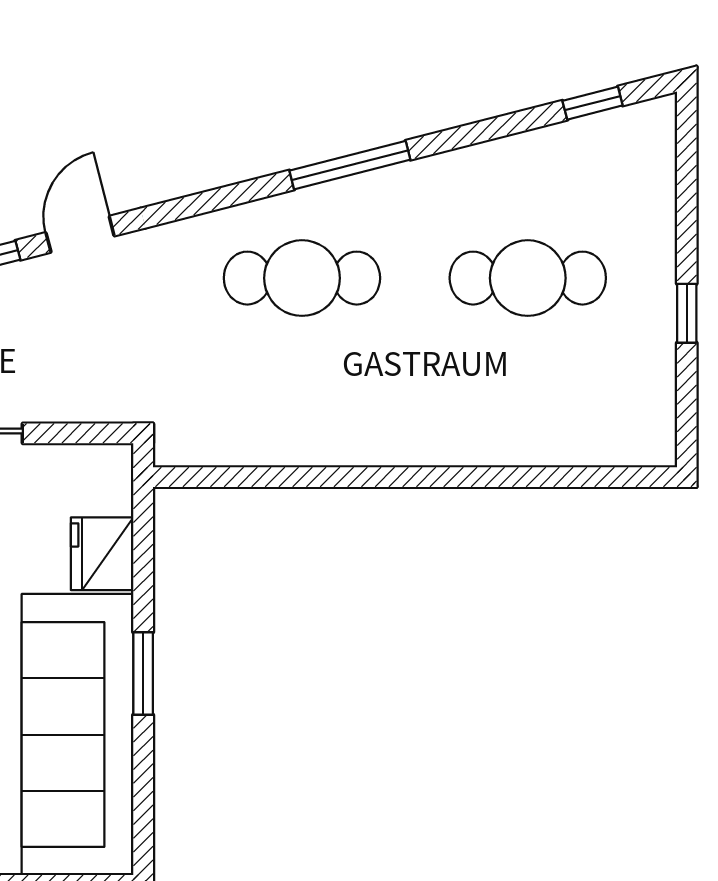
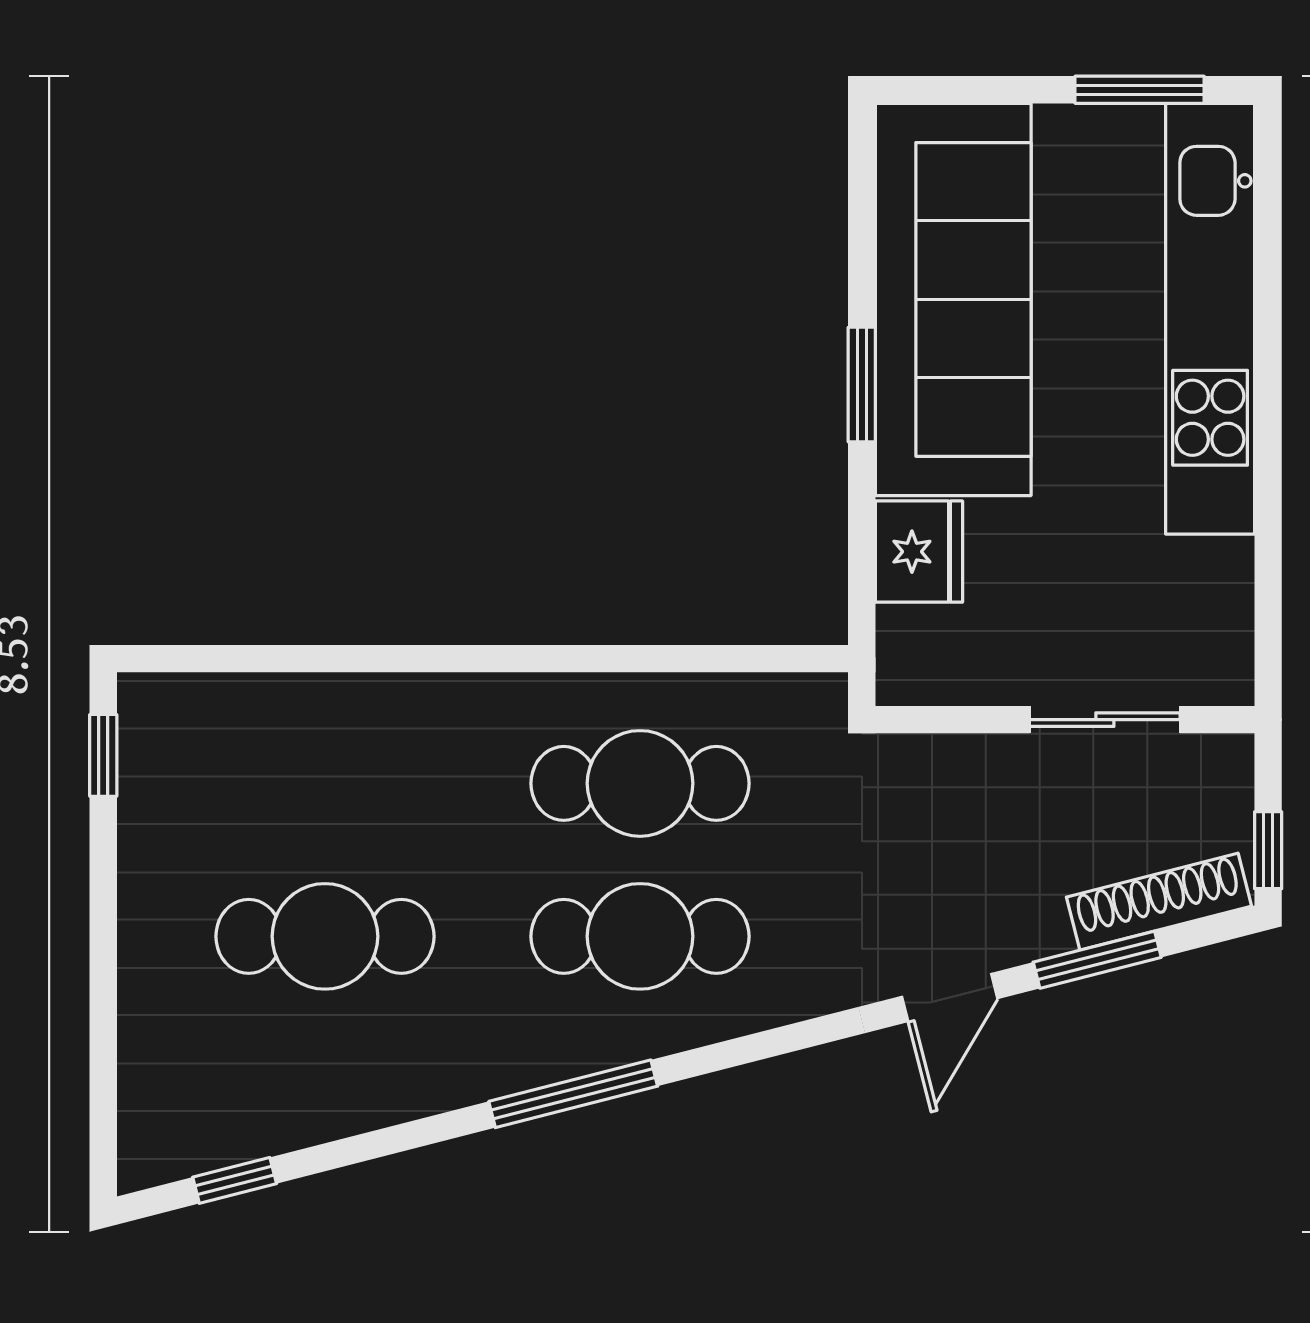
window: (687, 313) -> (103, 755), moved
cafe table: (302, 388) -> (640, 783), added

